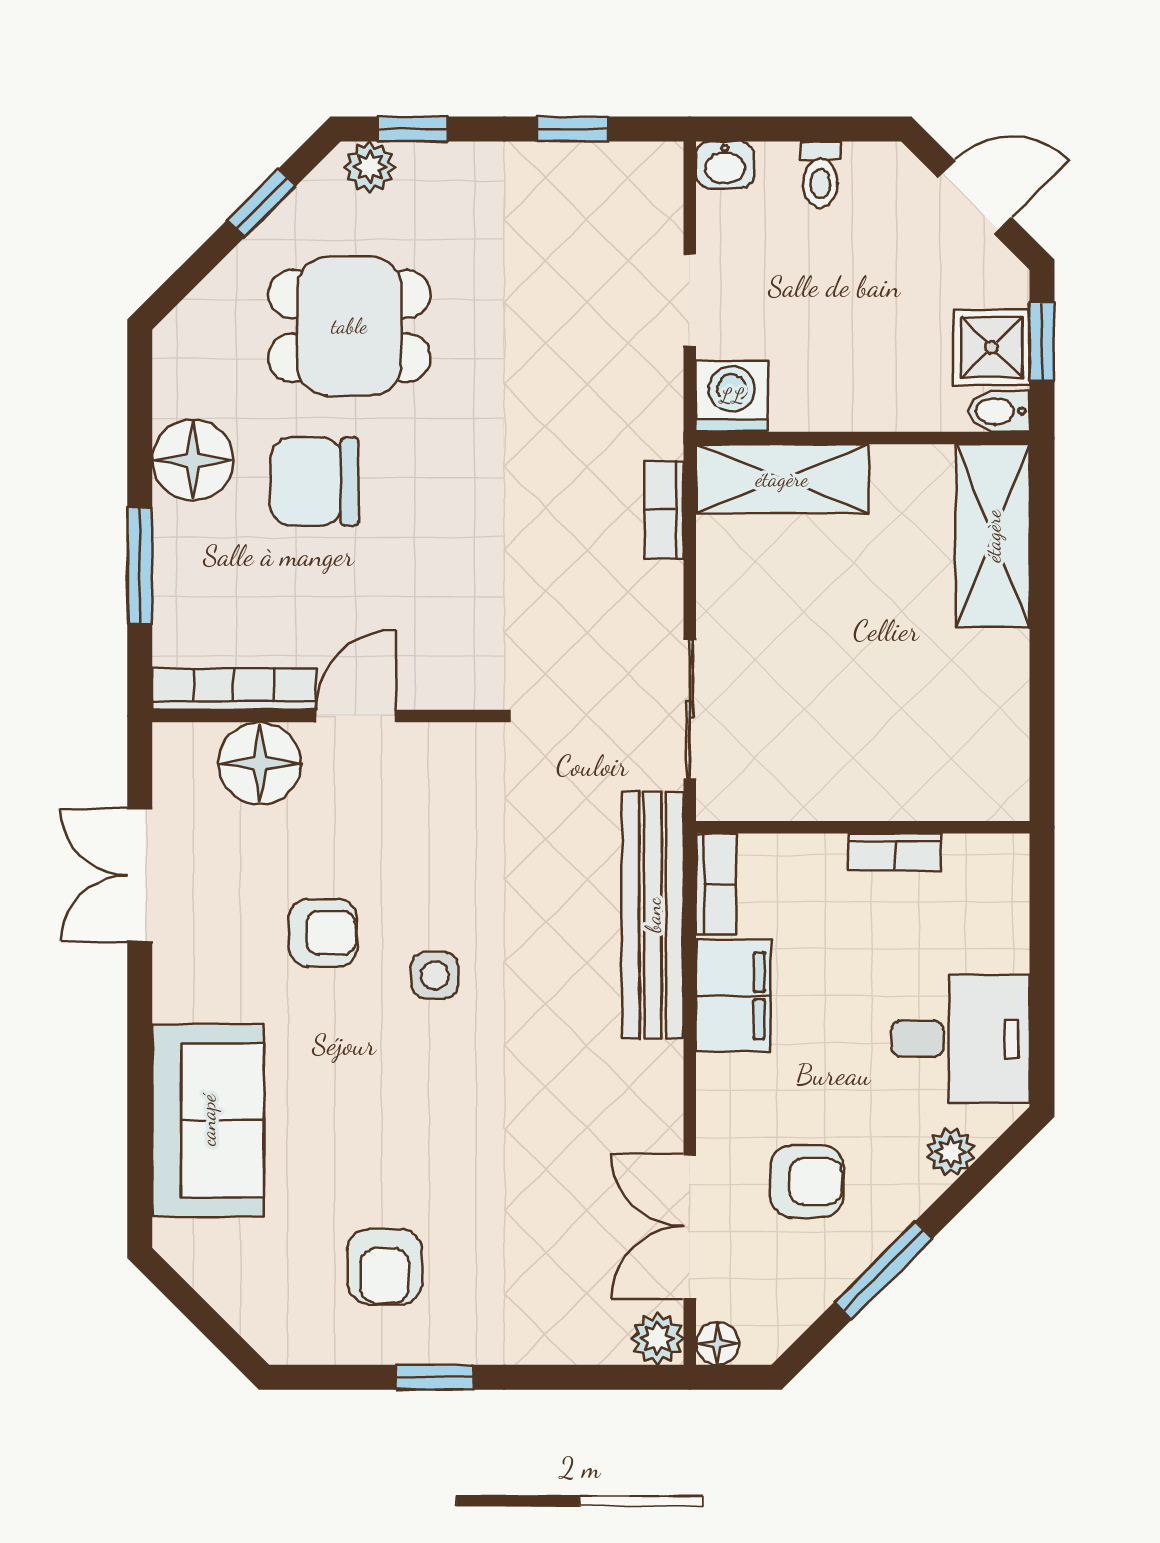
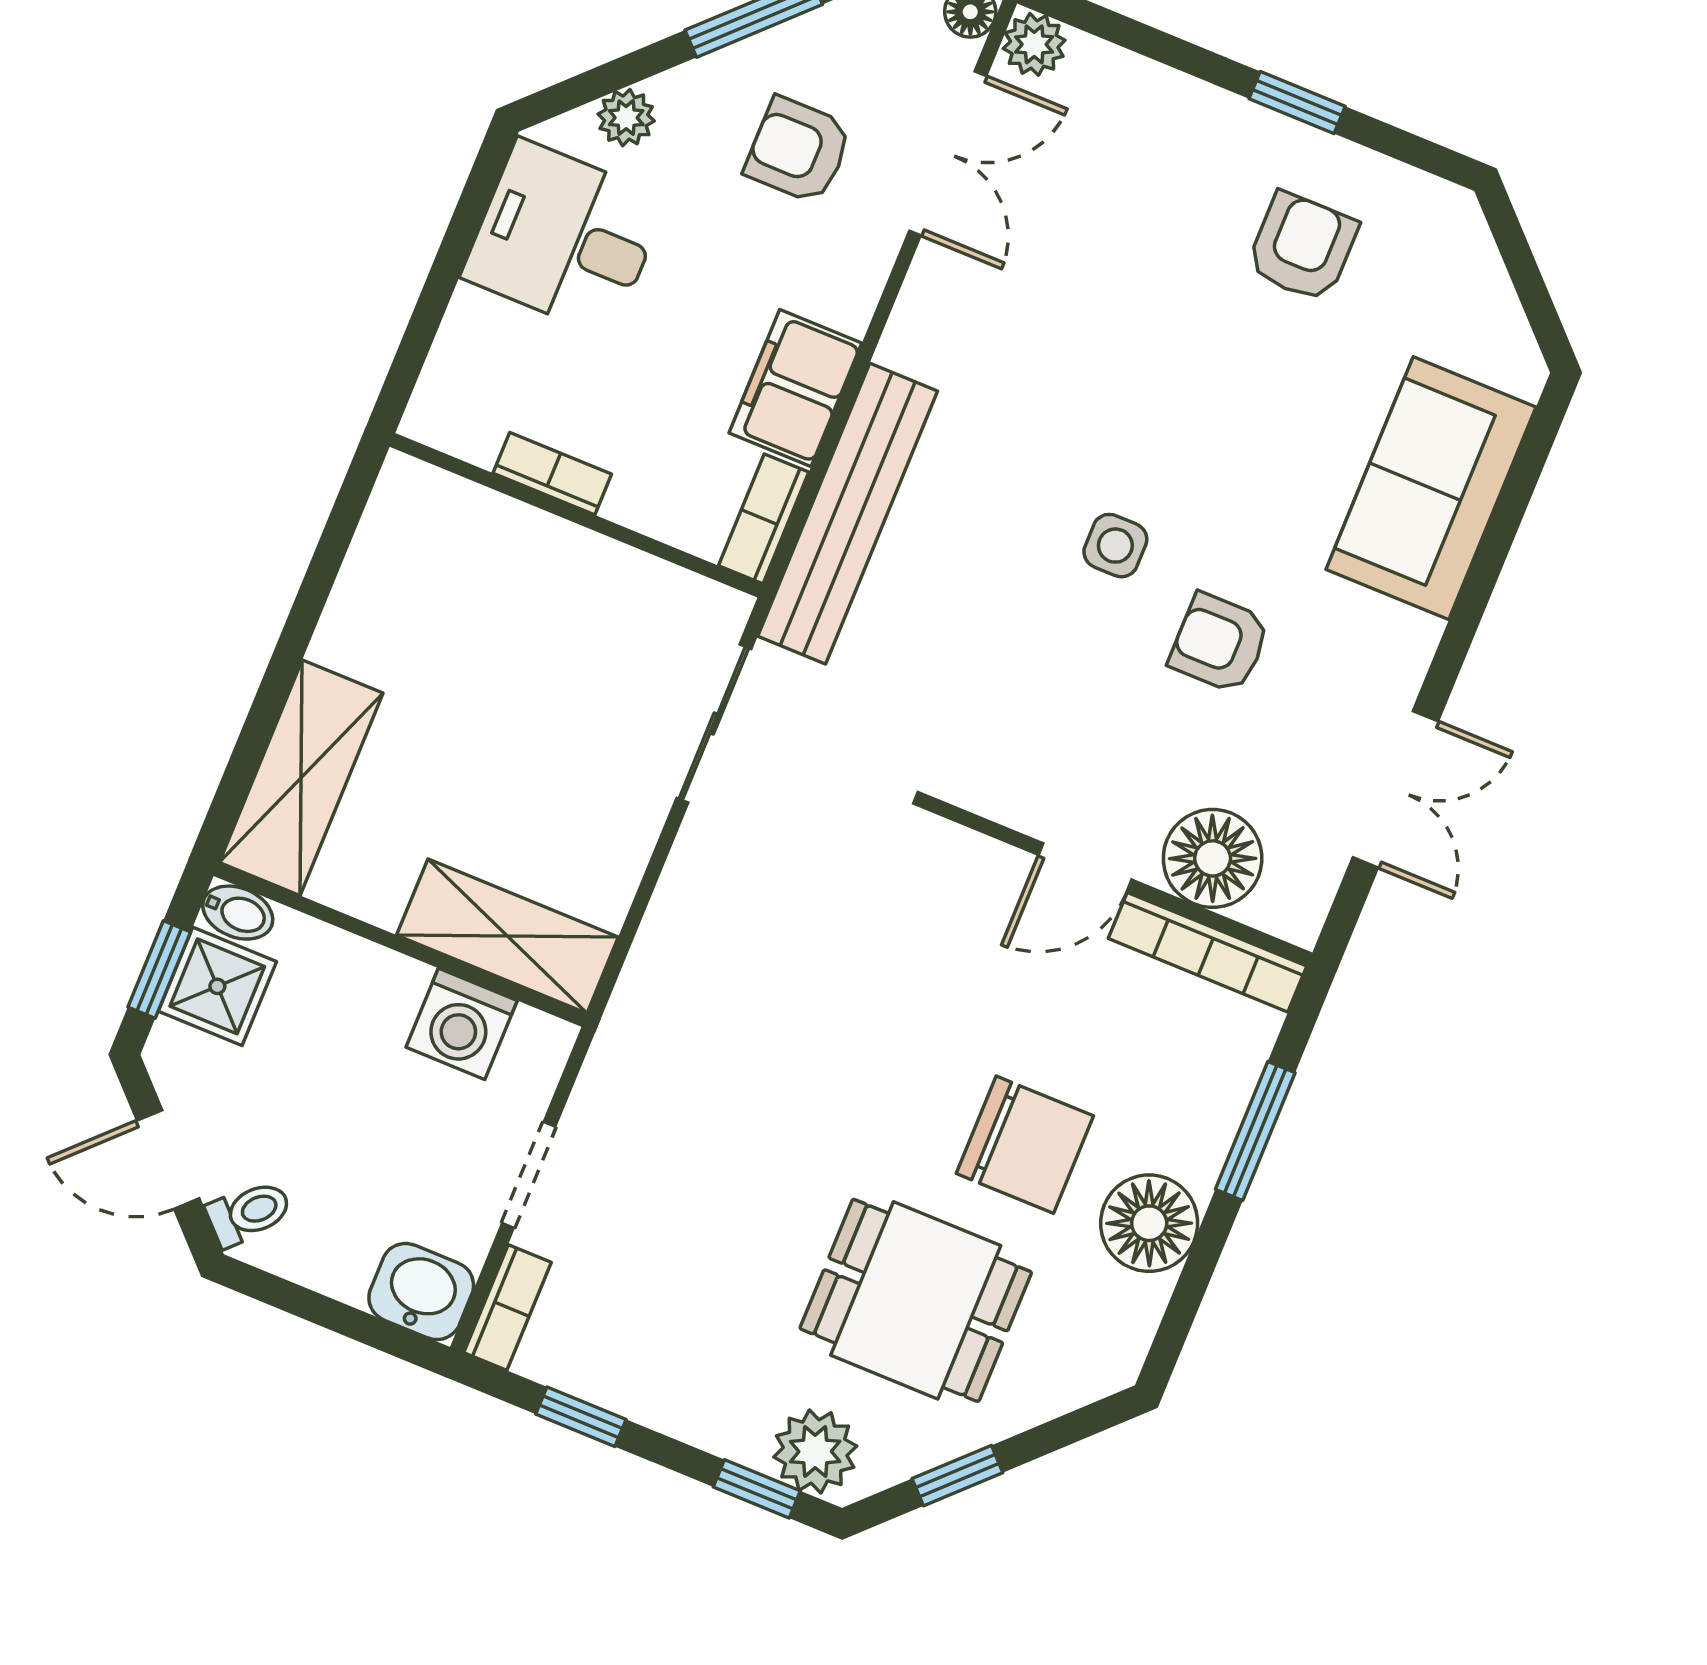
washbasin: (725, 165) -> (421, 1292), width x1.38, depth x1.45
plant: (370, 167) -> (815, 1451), width x1.38, depth x1.38
toilet: (820, 174) -> (249, 1213), moved, turned 45
washing machine: (732, 396) -> (462, 1024), moved
bookcase: (664, 510) -> (508, 1308), moved

